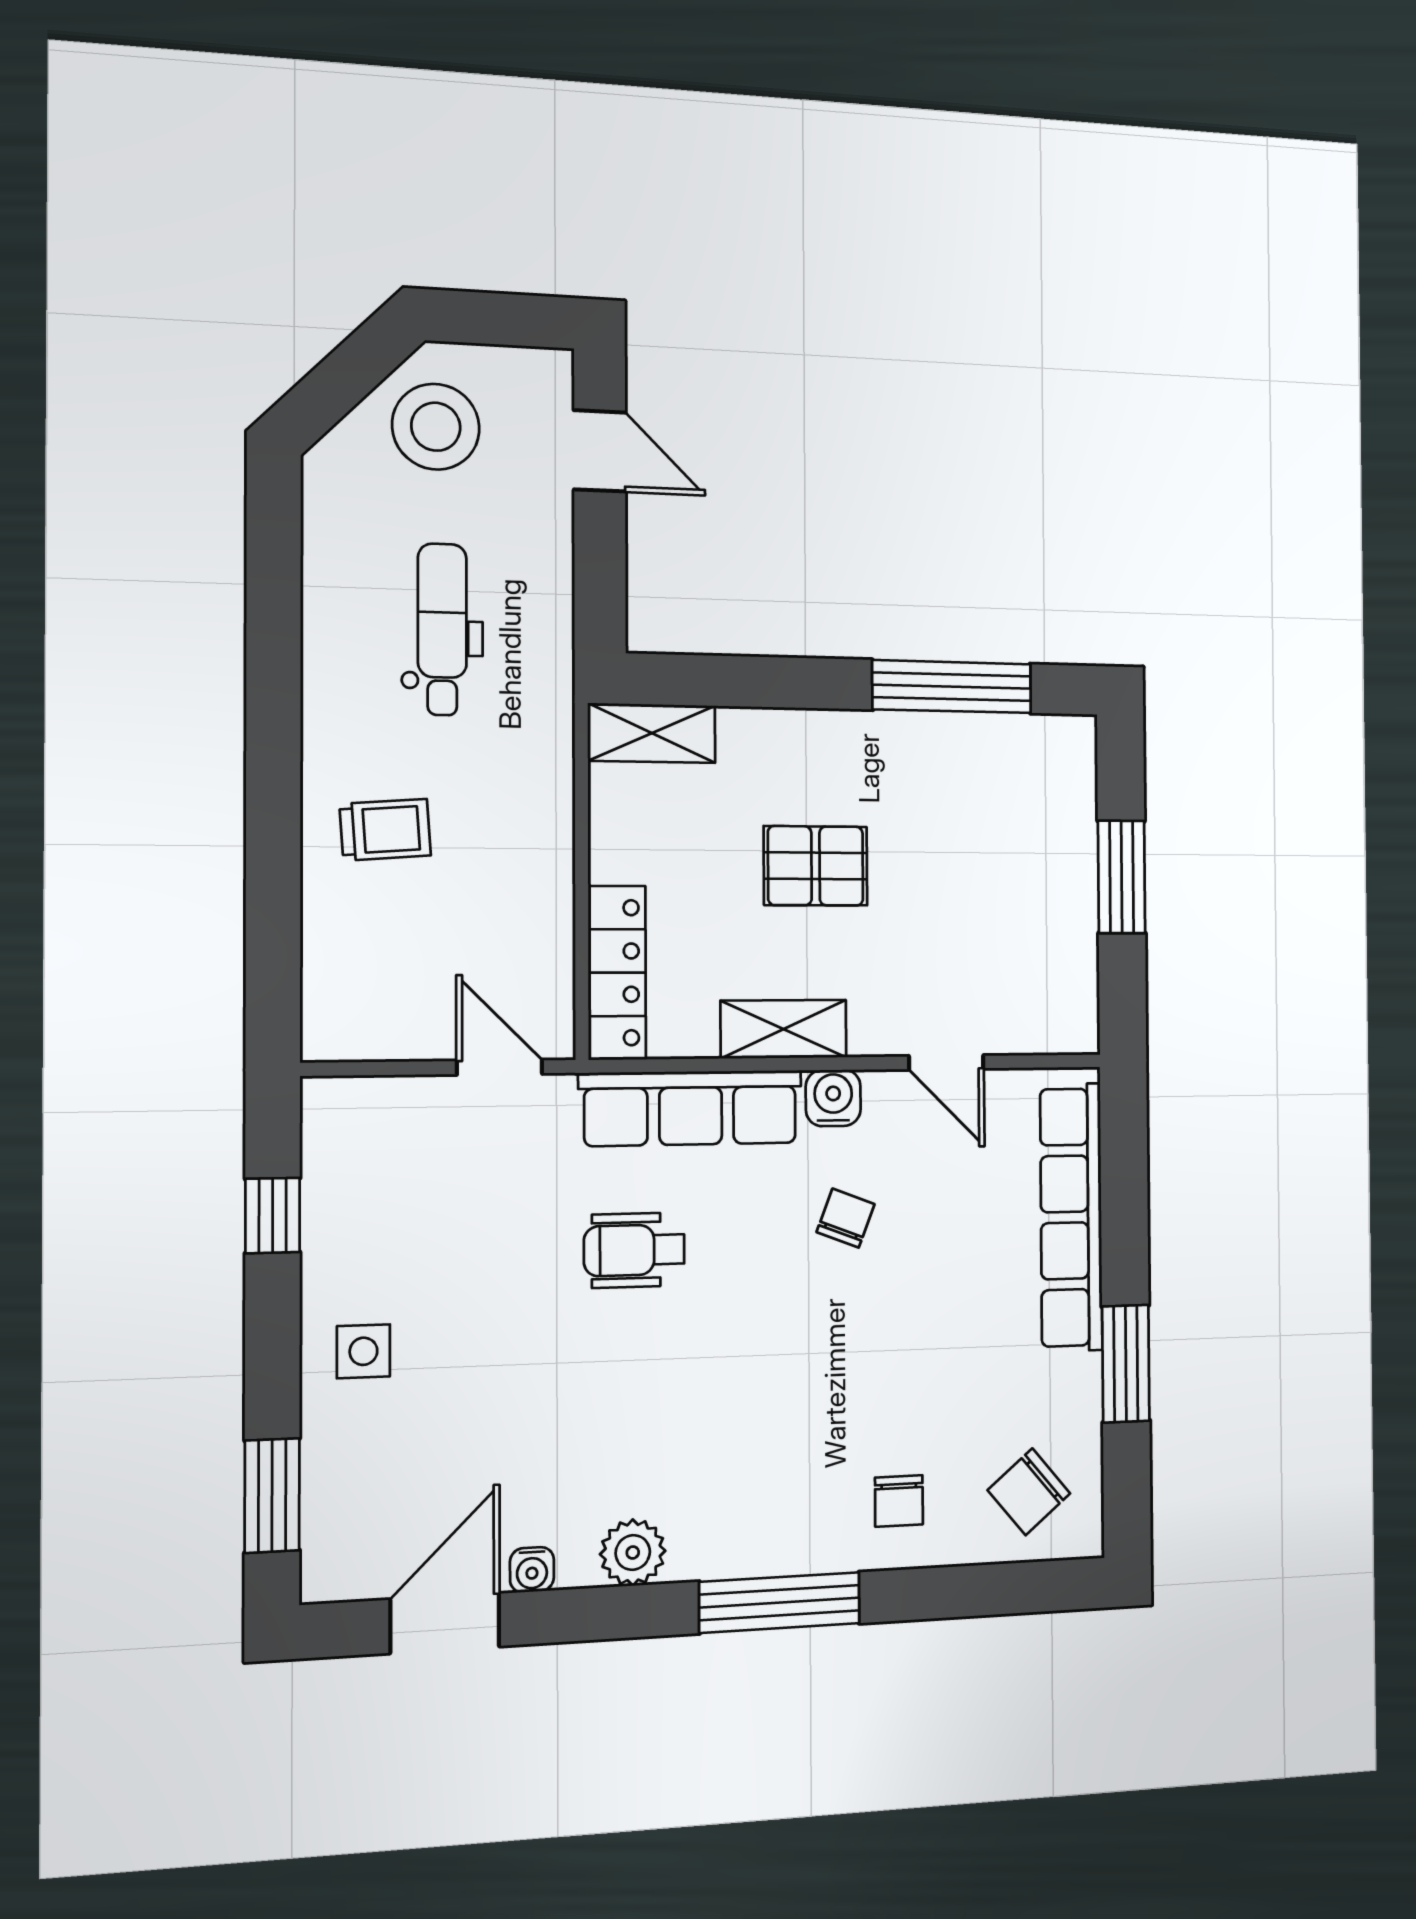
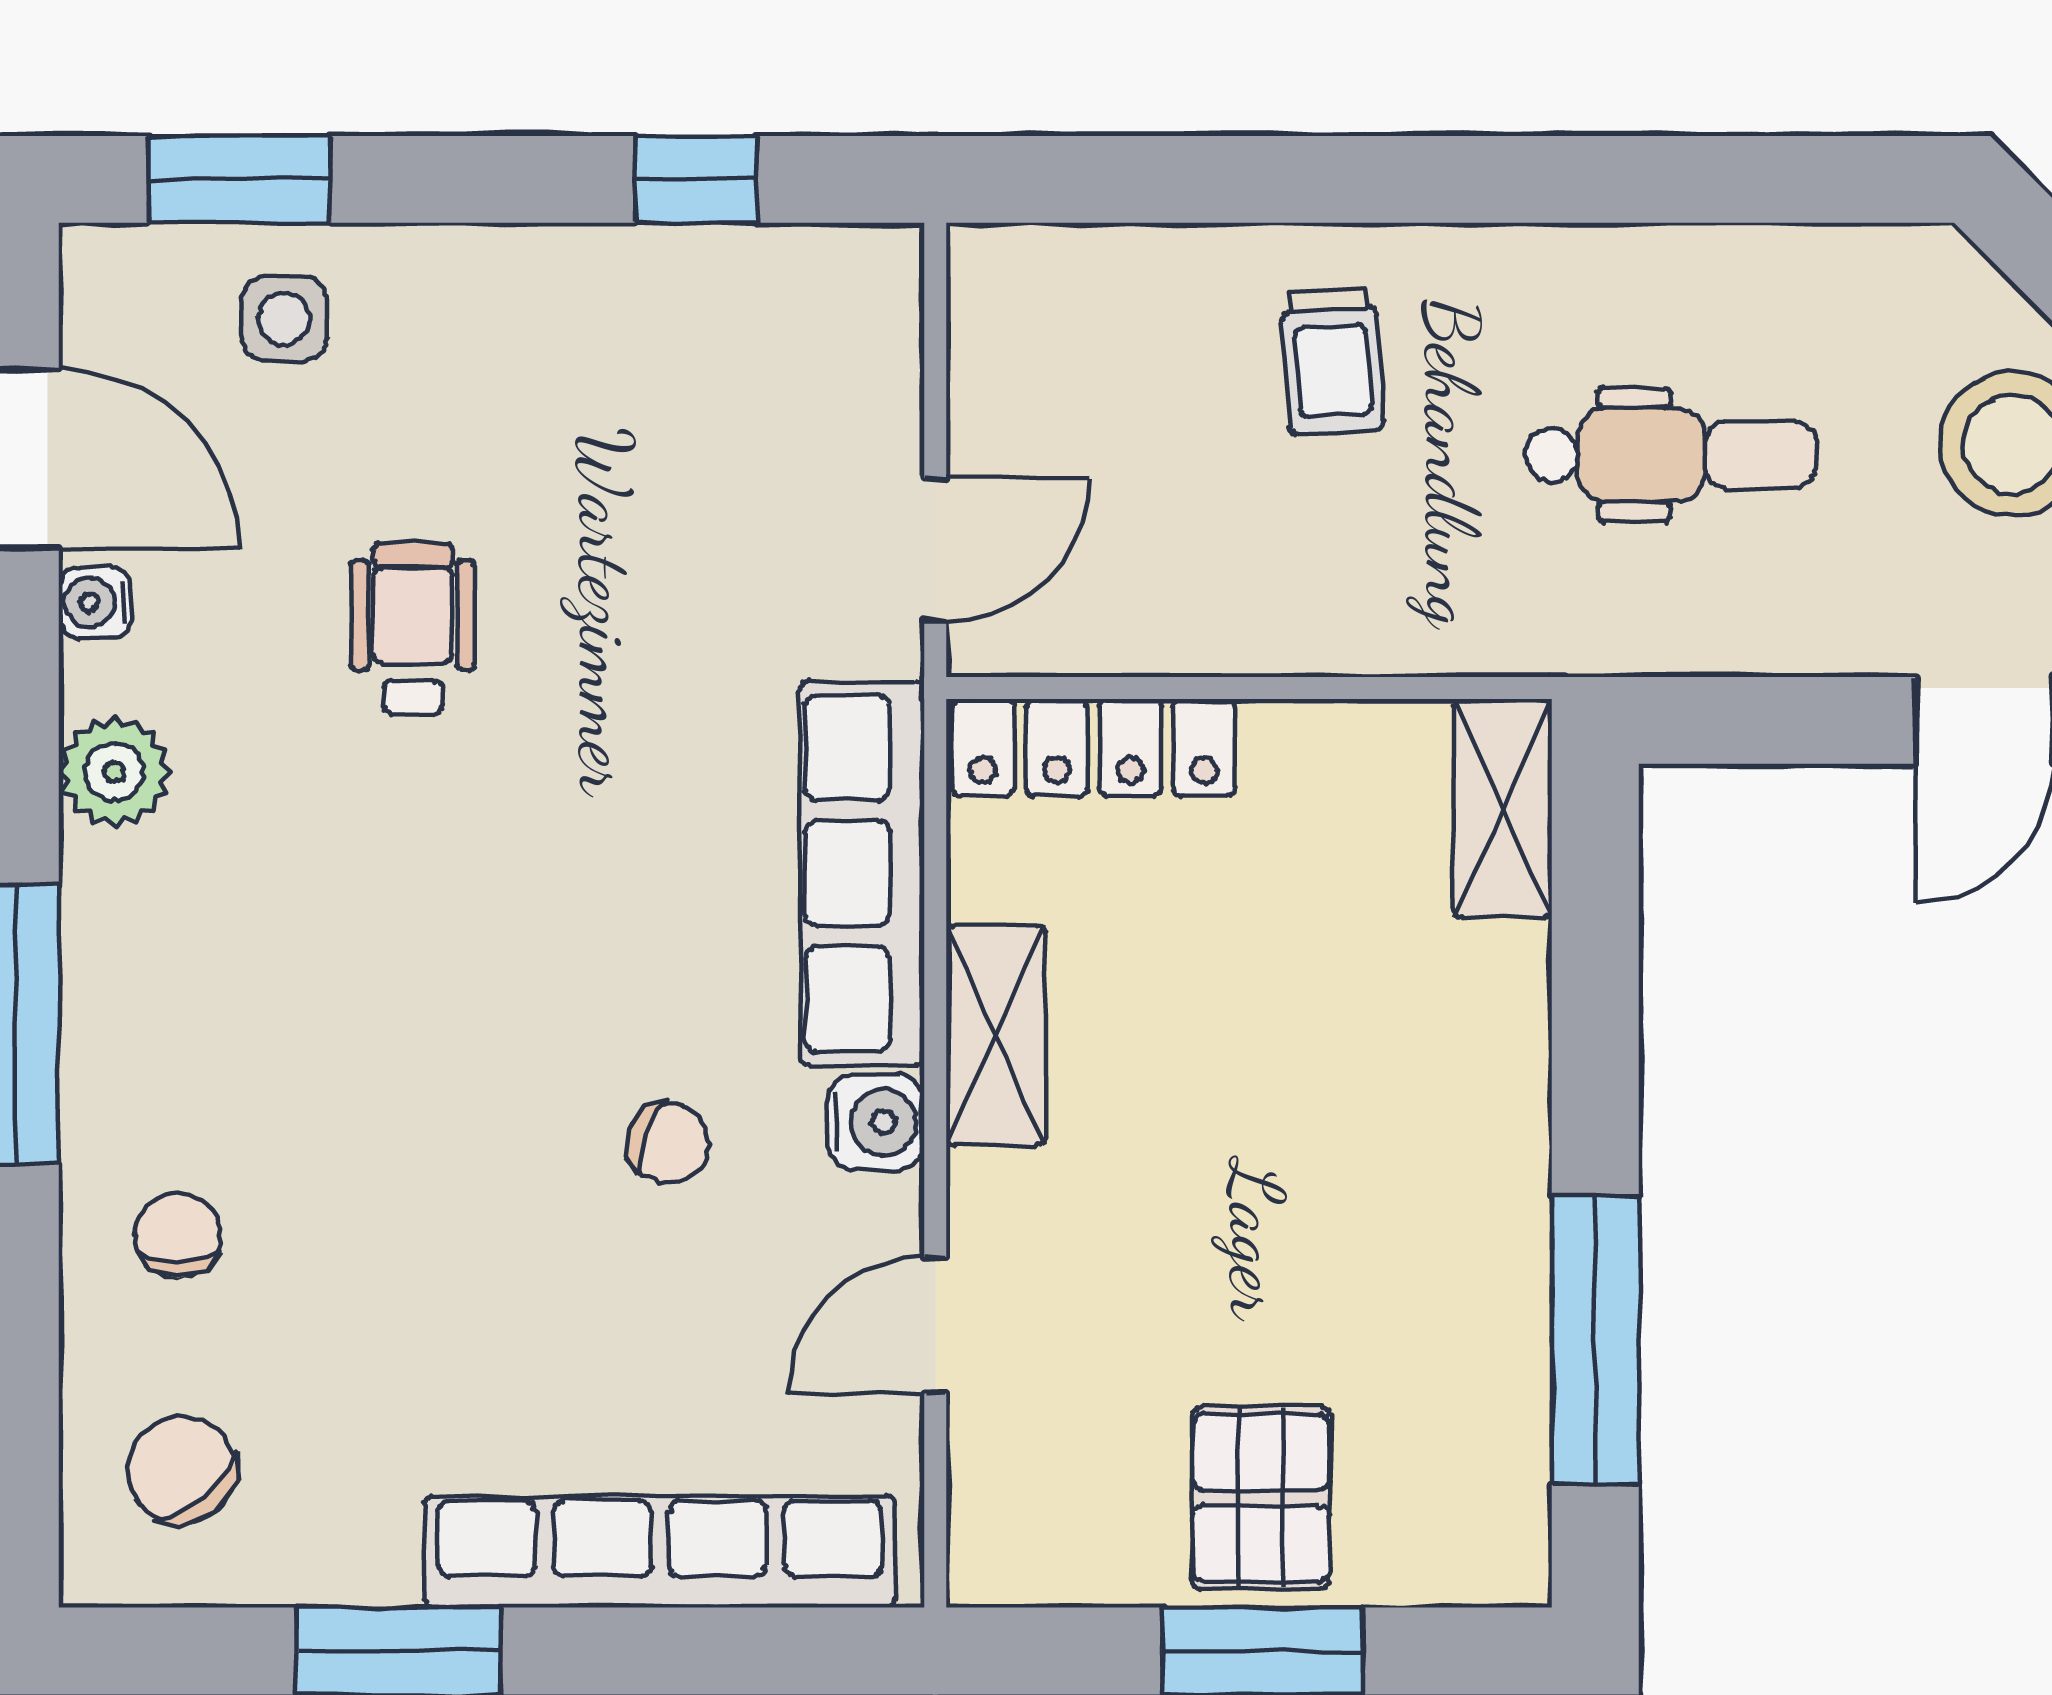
pallet: (816, 866) -> (1261, 1498), moved
wheelchair: (634, 1250) -> (413, 629), moved
side table: (363, 1351) -> (284, 319), moved
chair: (899, 1501) -> (178, 1235), turned 90

